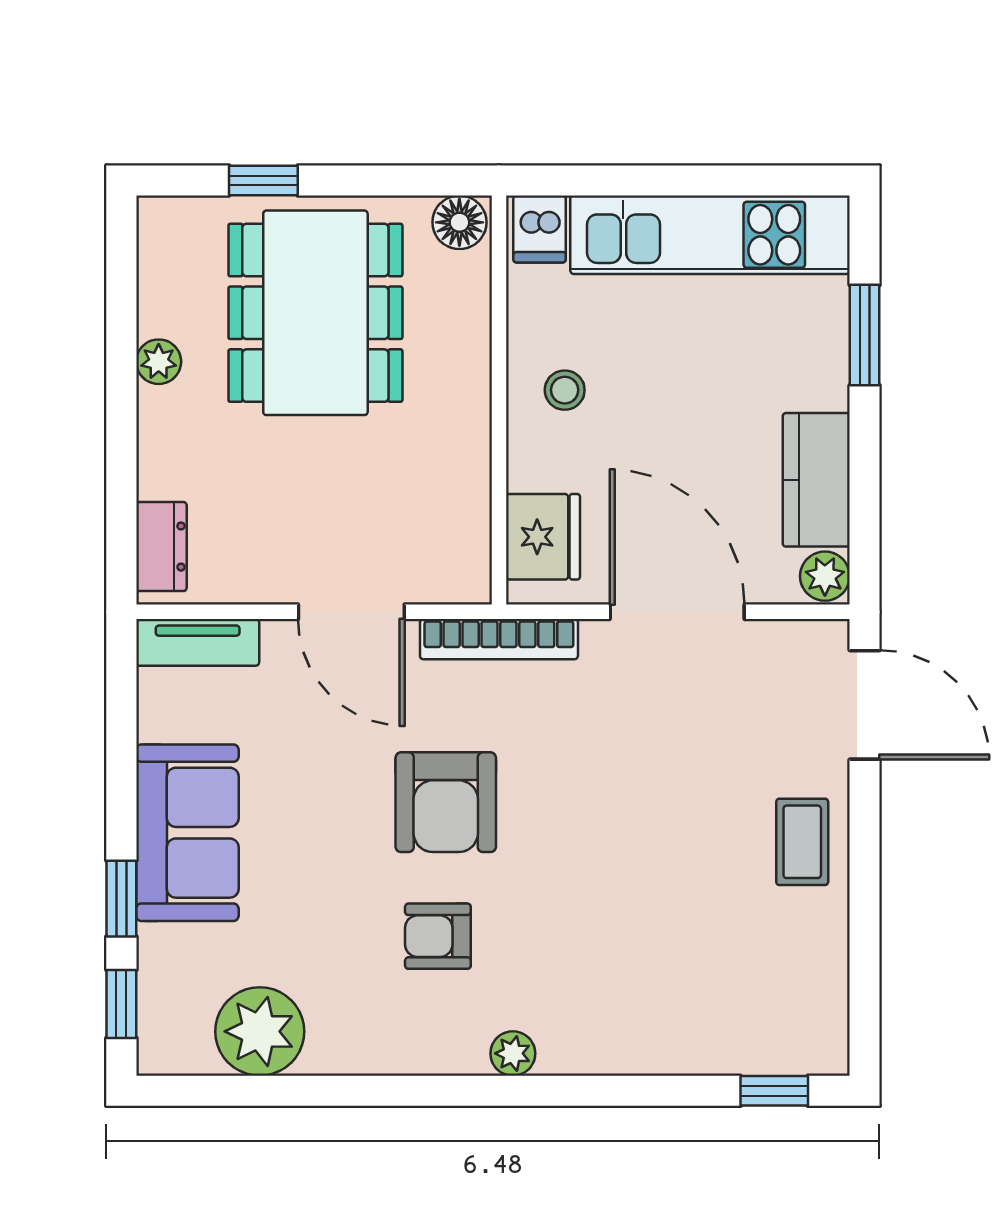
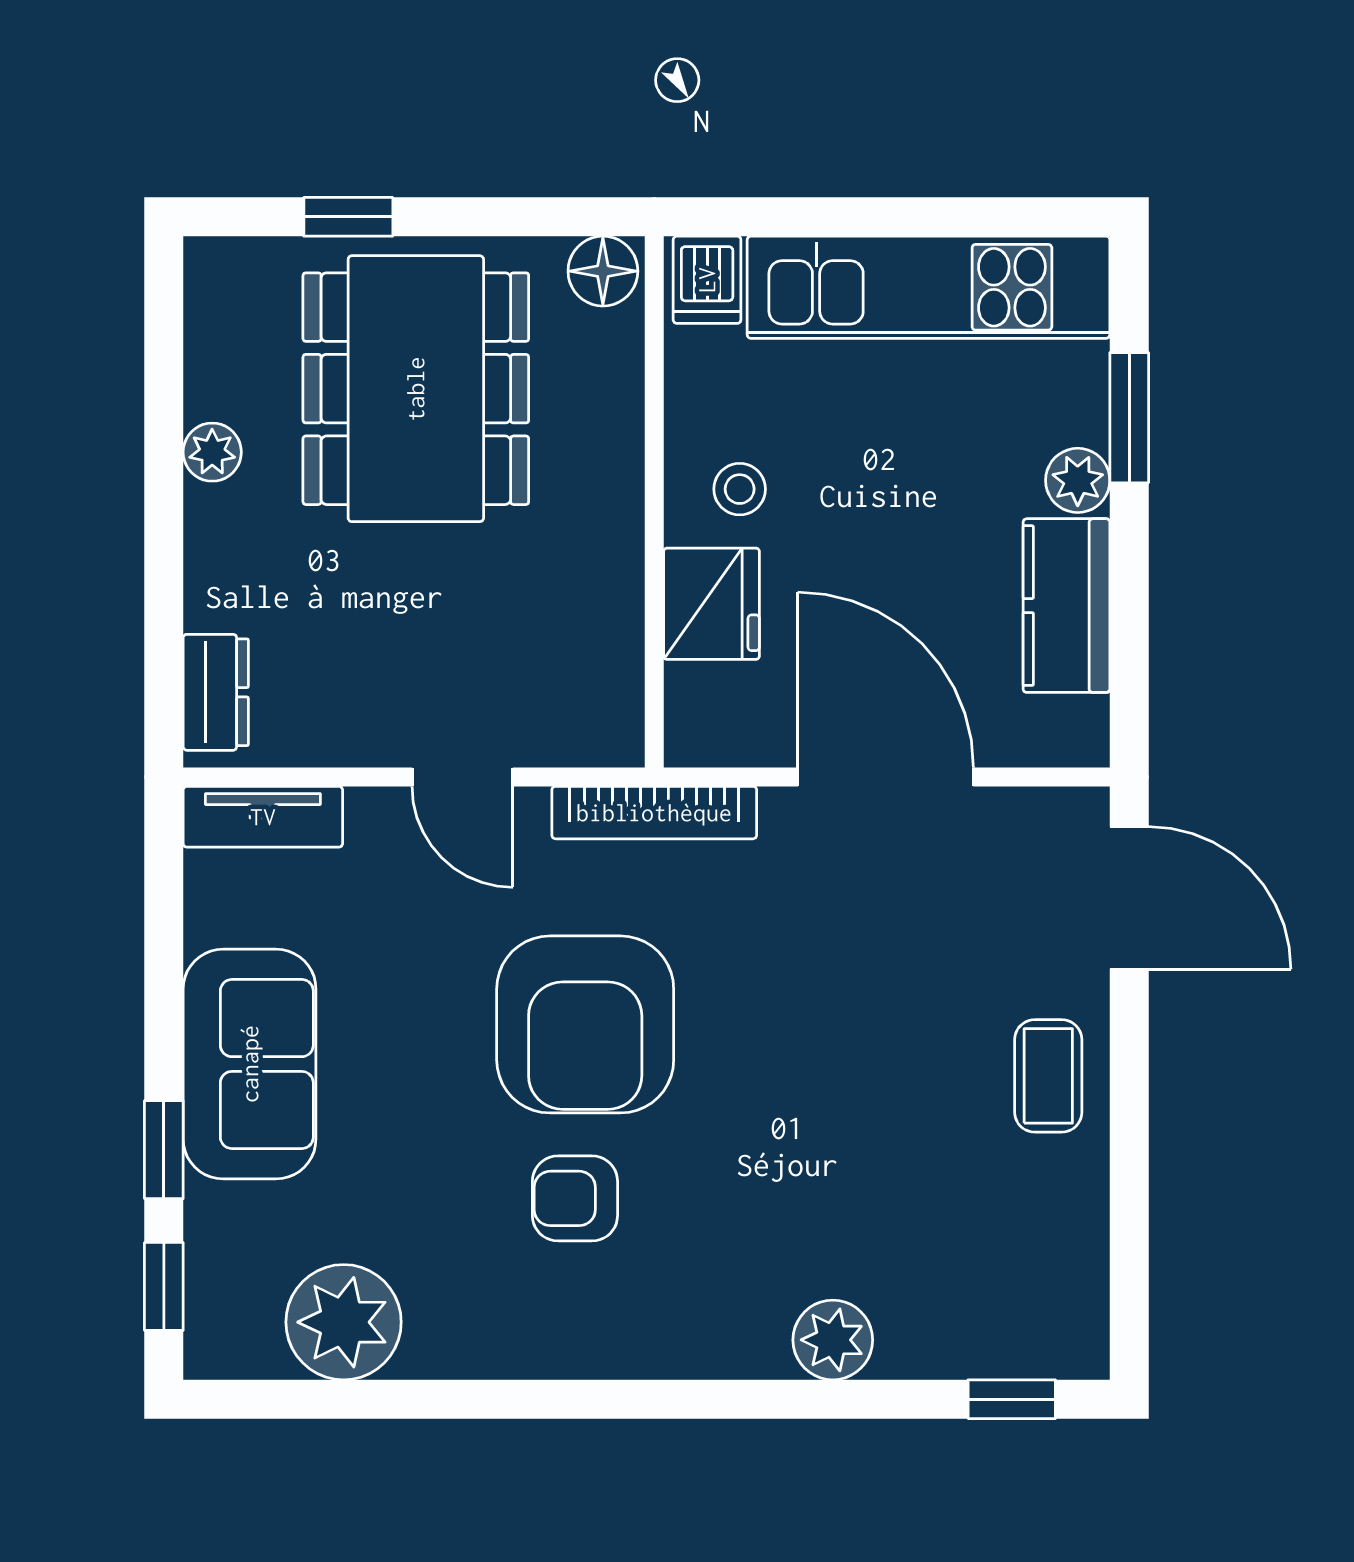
fridge: (543, 537) -> (712, 604), moved
plant: (825, 576) -> (1078, 480), moved
door: (351, 612) -> (462, 777), width x0.73
armchair: (446, 802) -> (585, 1024), width x1.36, depth x1.36
plant: (513, 1053) -> (833, 1340), moved, width x1.38, depth x1.38

